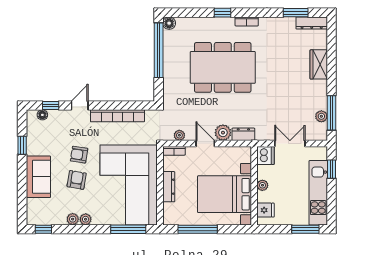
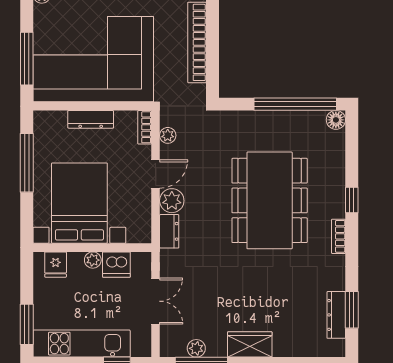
dresser: (312, 23) -> (336, 315), moved
wardrobe: (319, 64) -> (250, 344), moved
dishwasher: (266, 155) -> (116, 265), moved

